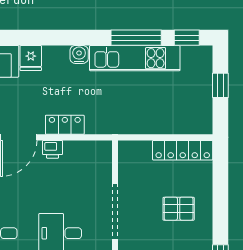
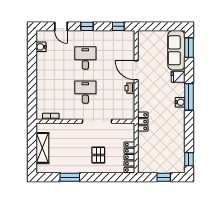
window: (136, 38) -> (189, 97), moved
kitchen unit: (135, 58) -> (178, 132), removed
locker: (65, 125) -> (143, 122), moved

